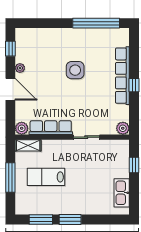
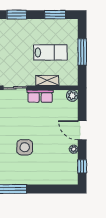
row of seats: (51, 128) -> (40, 96), width x0.68
shelving: (28, 145) -> (47, 81), moved
window: (70, 220) -> (17, 15), moved

